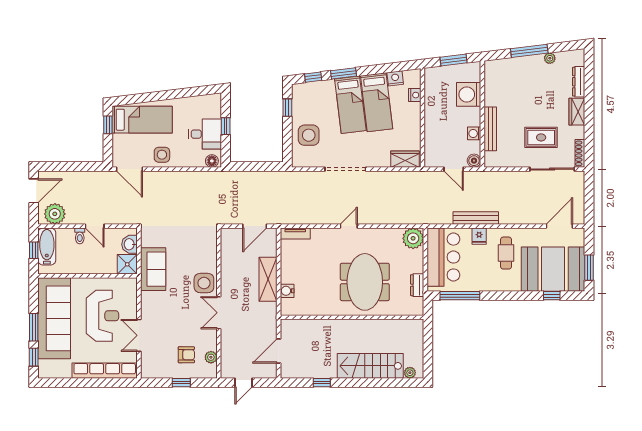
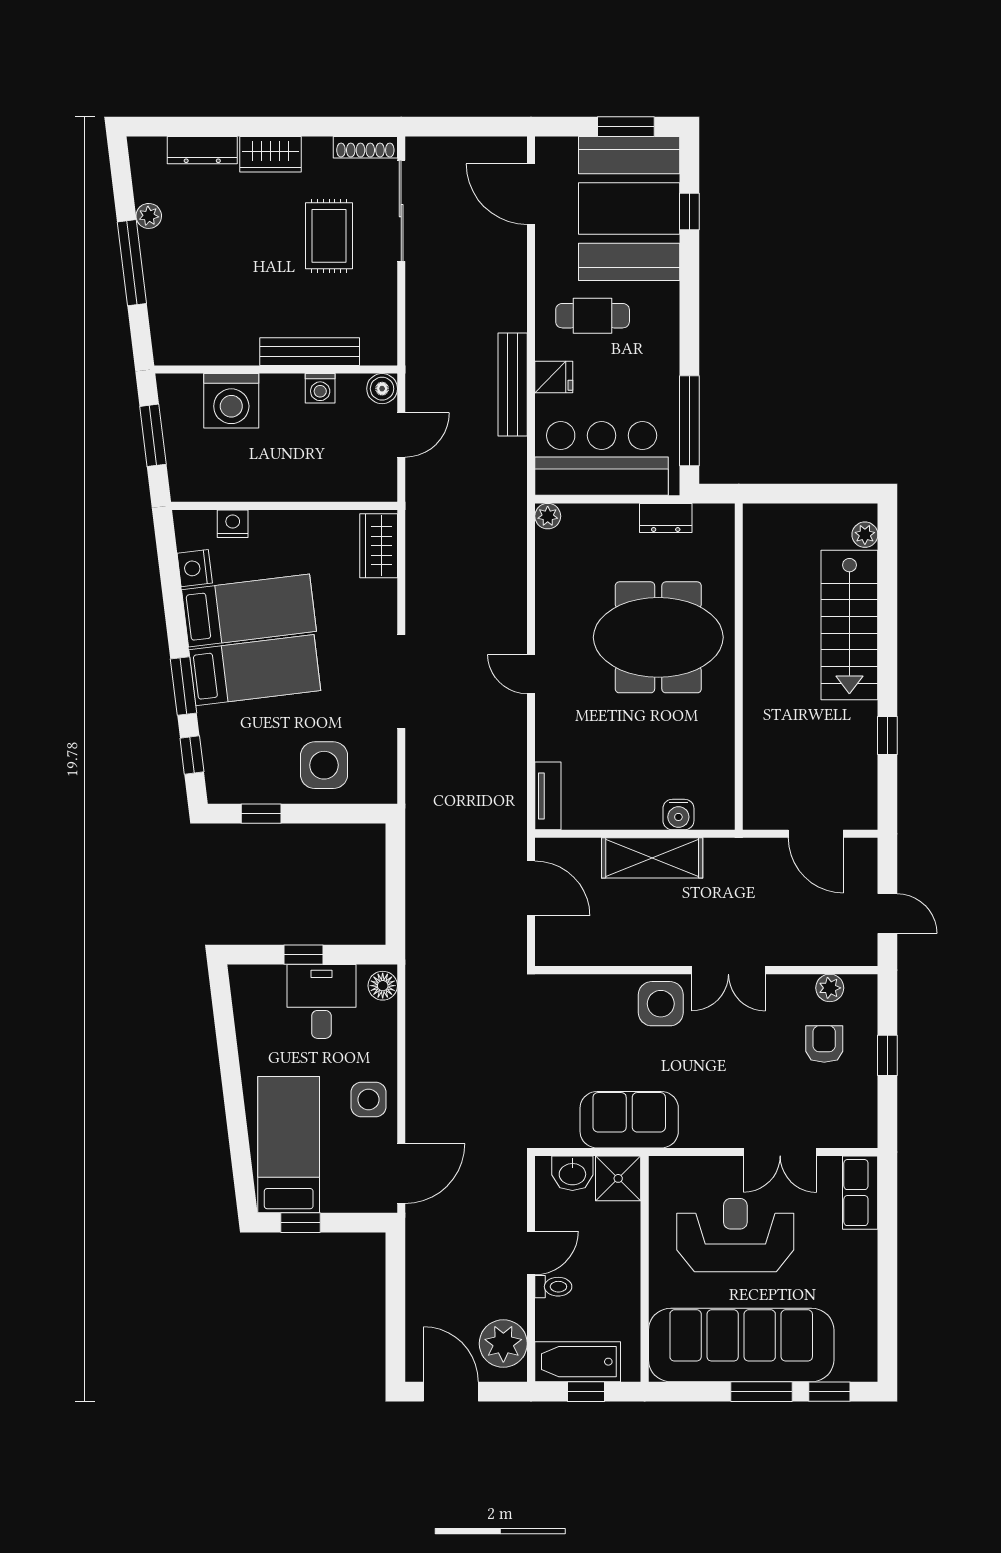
plant: (413, 238) -> (548, 516), width x0.53, depth x0.53
row of seats: (105, 371) -> (860, 1193), width x0.50

